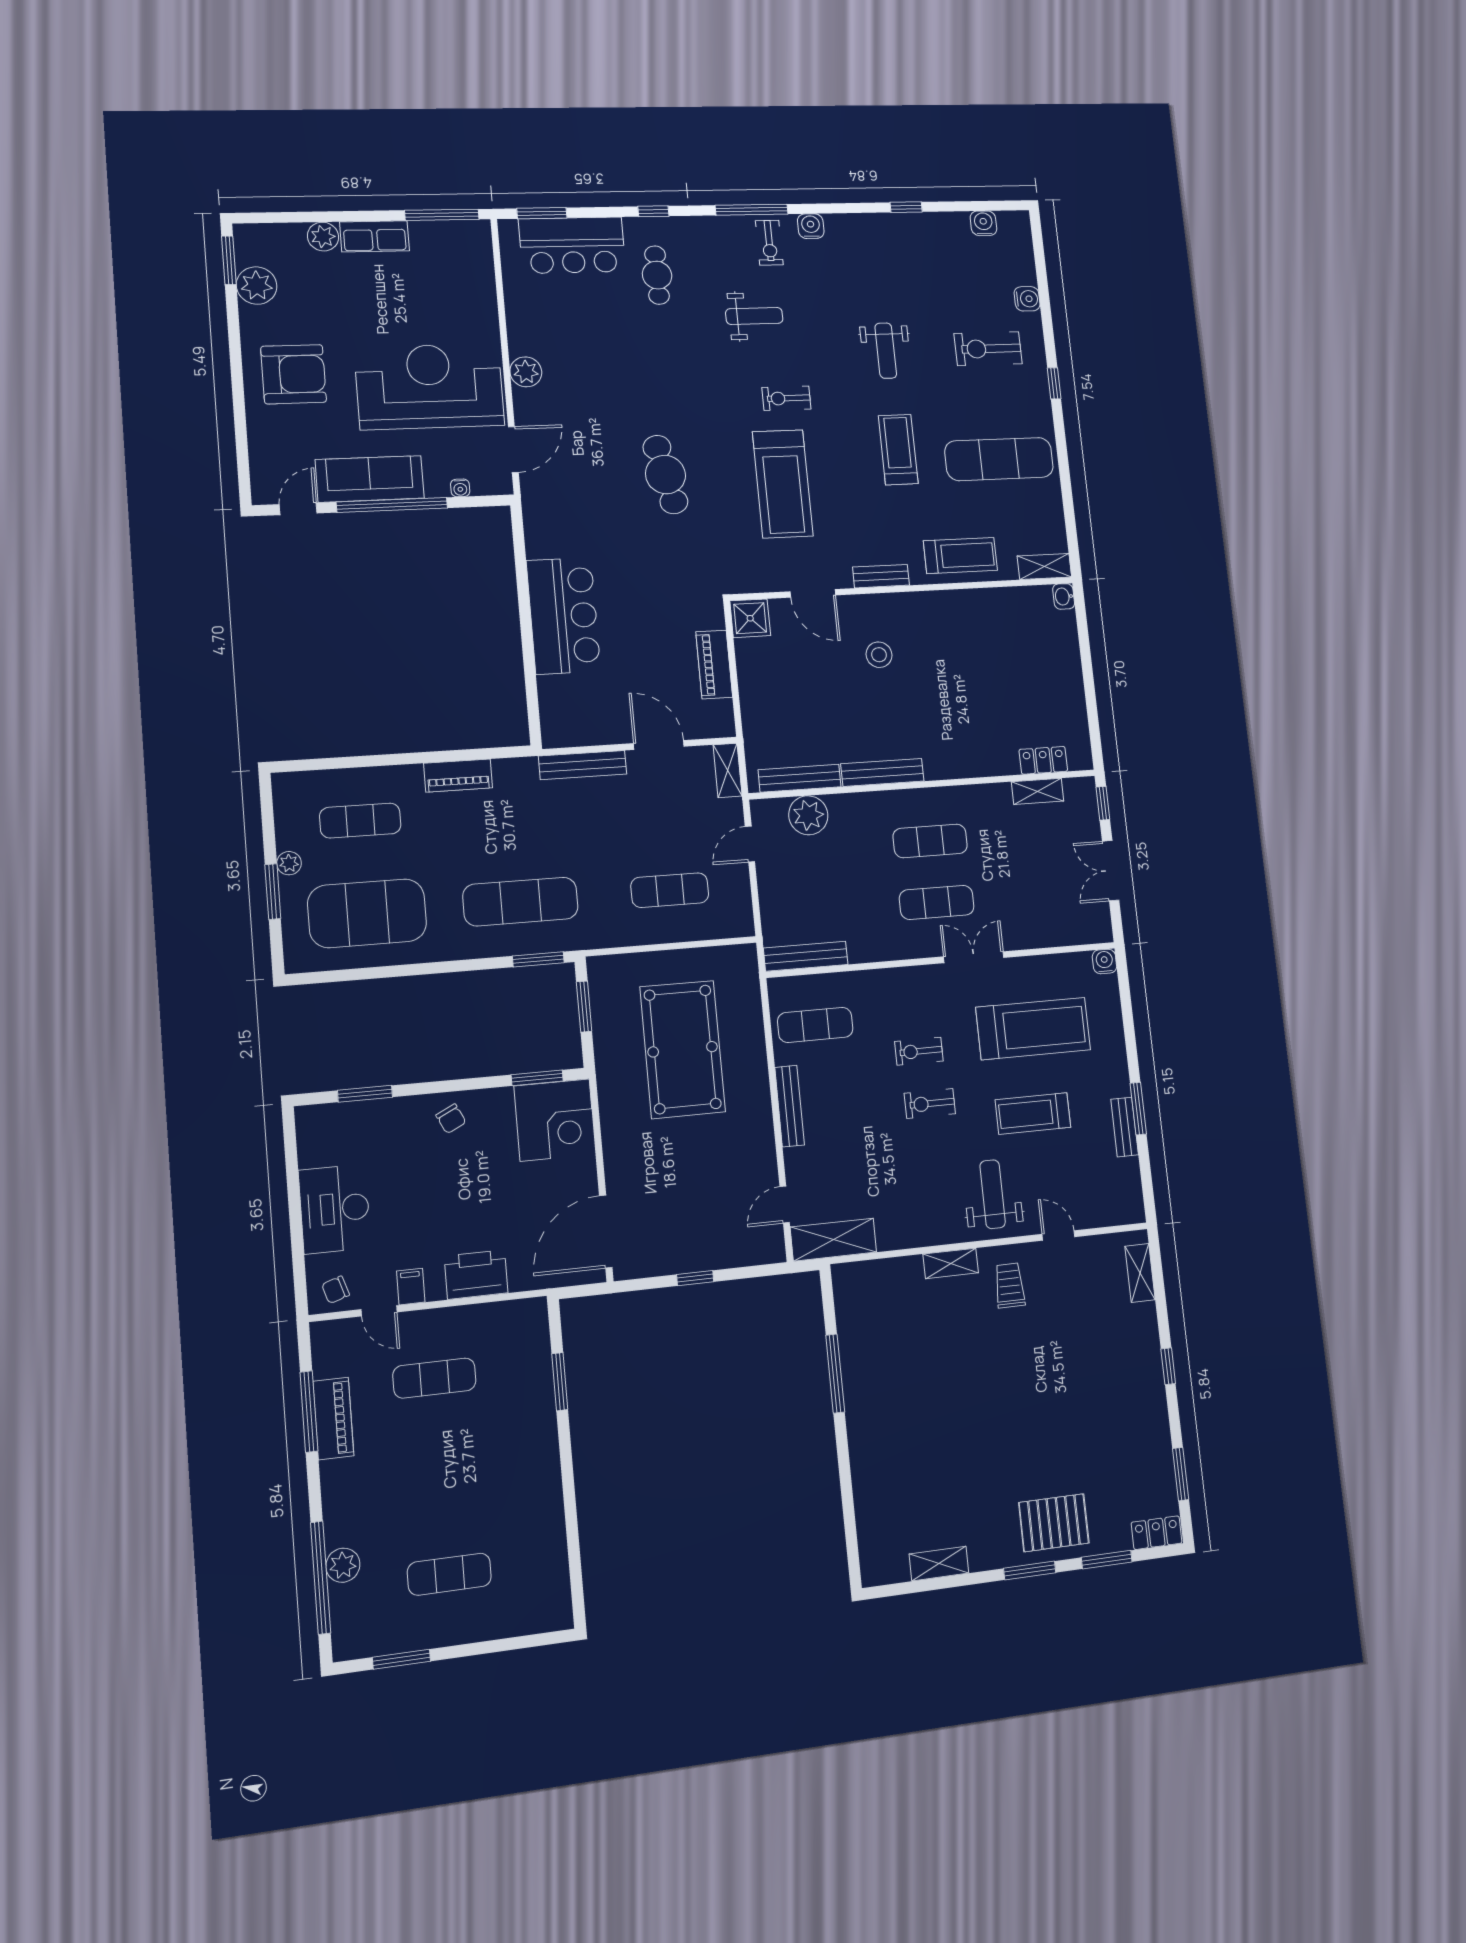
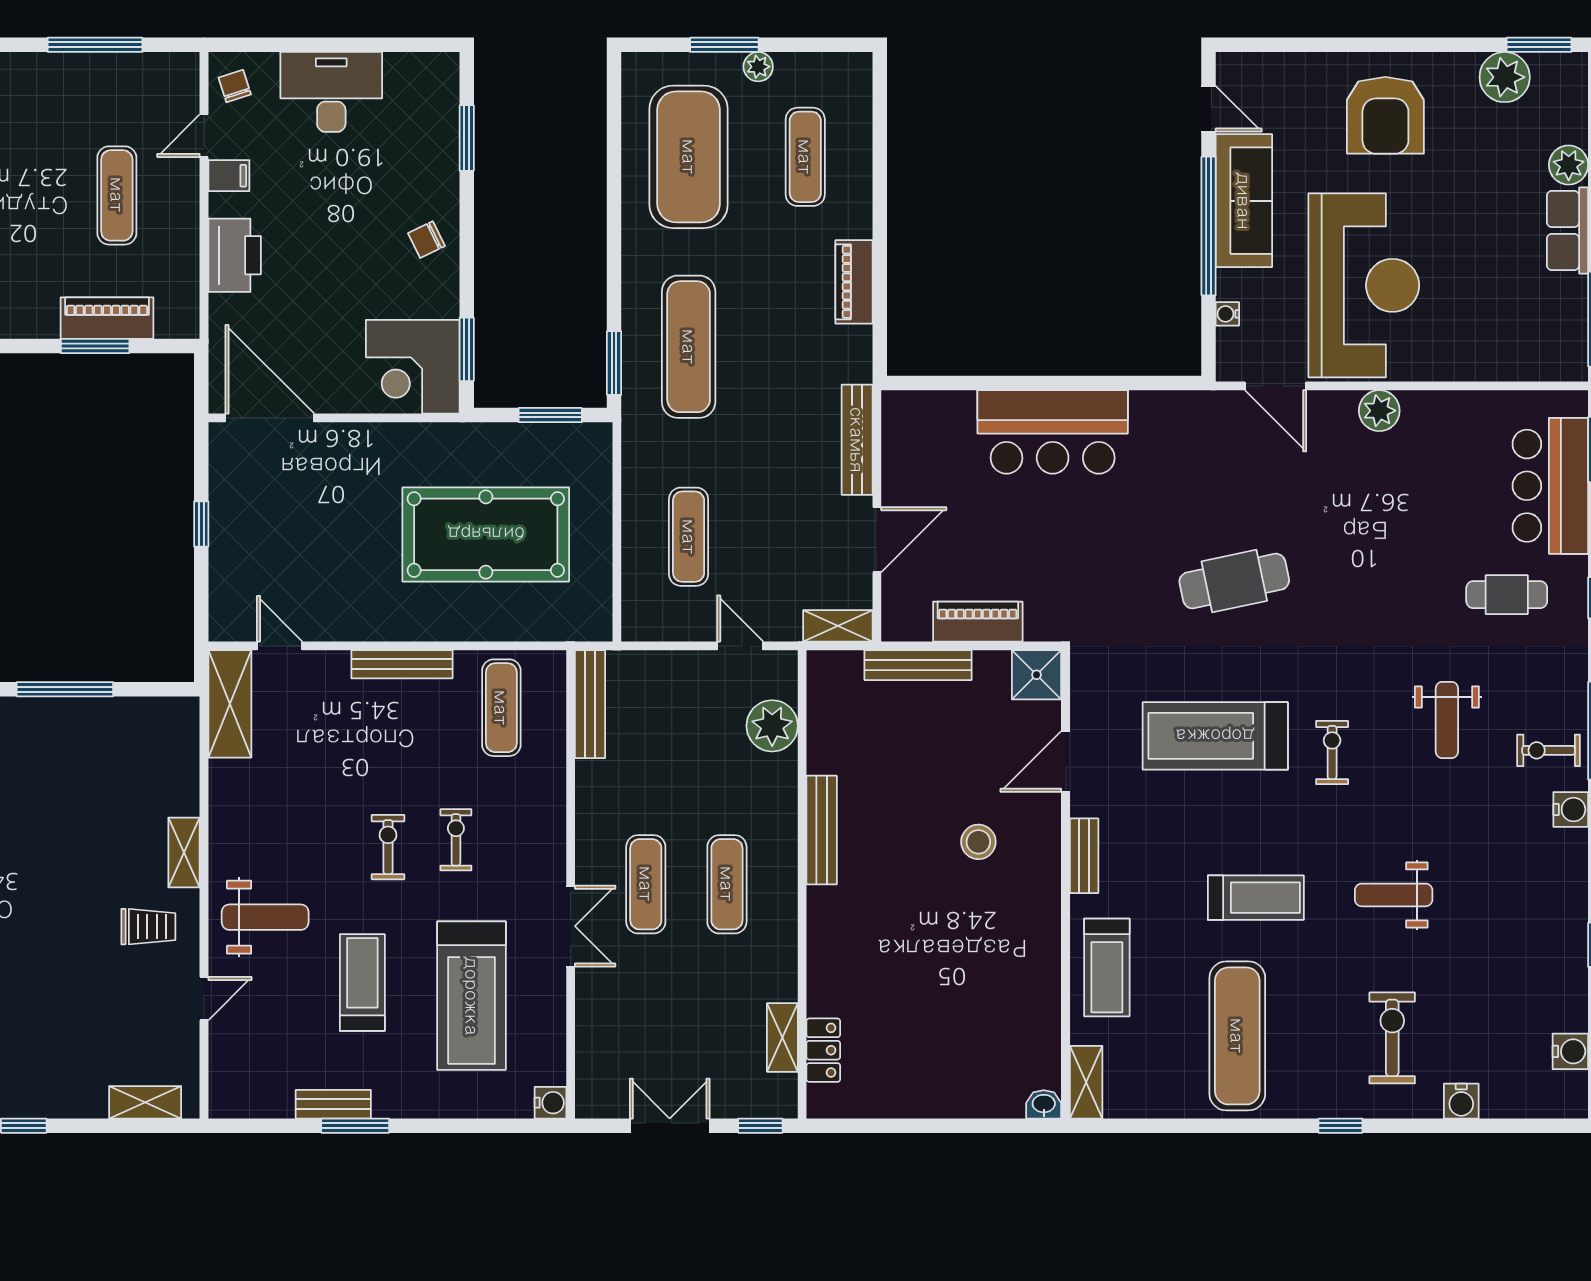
bench: (800, 778) -> (918, 665), moved, turned 90
piano: (333, 1418) -> (107, 318), moved, turned 180

